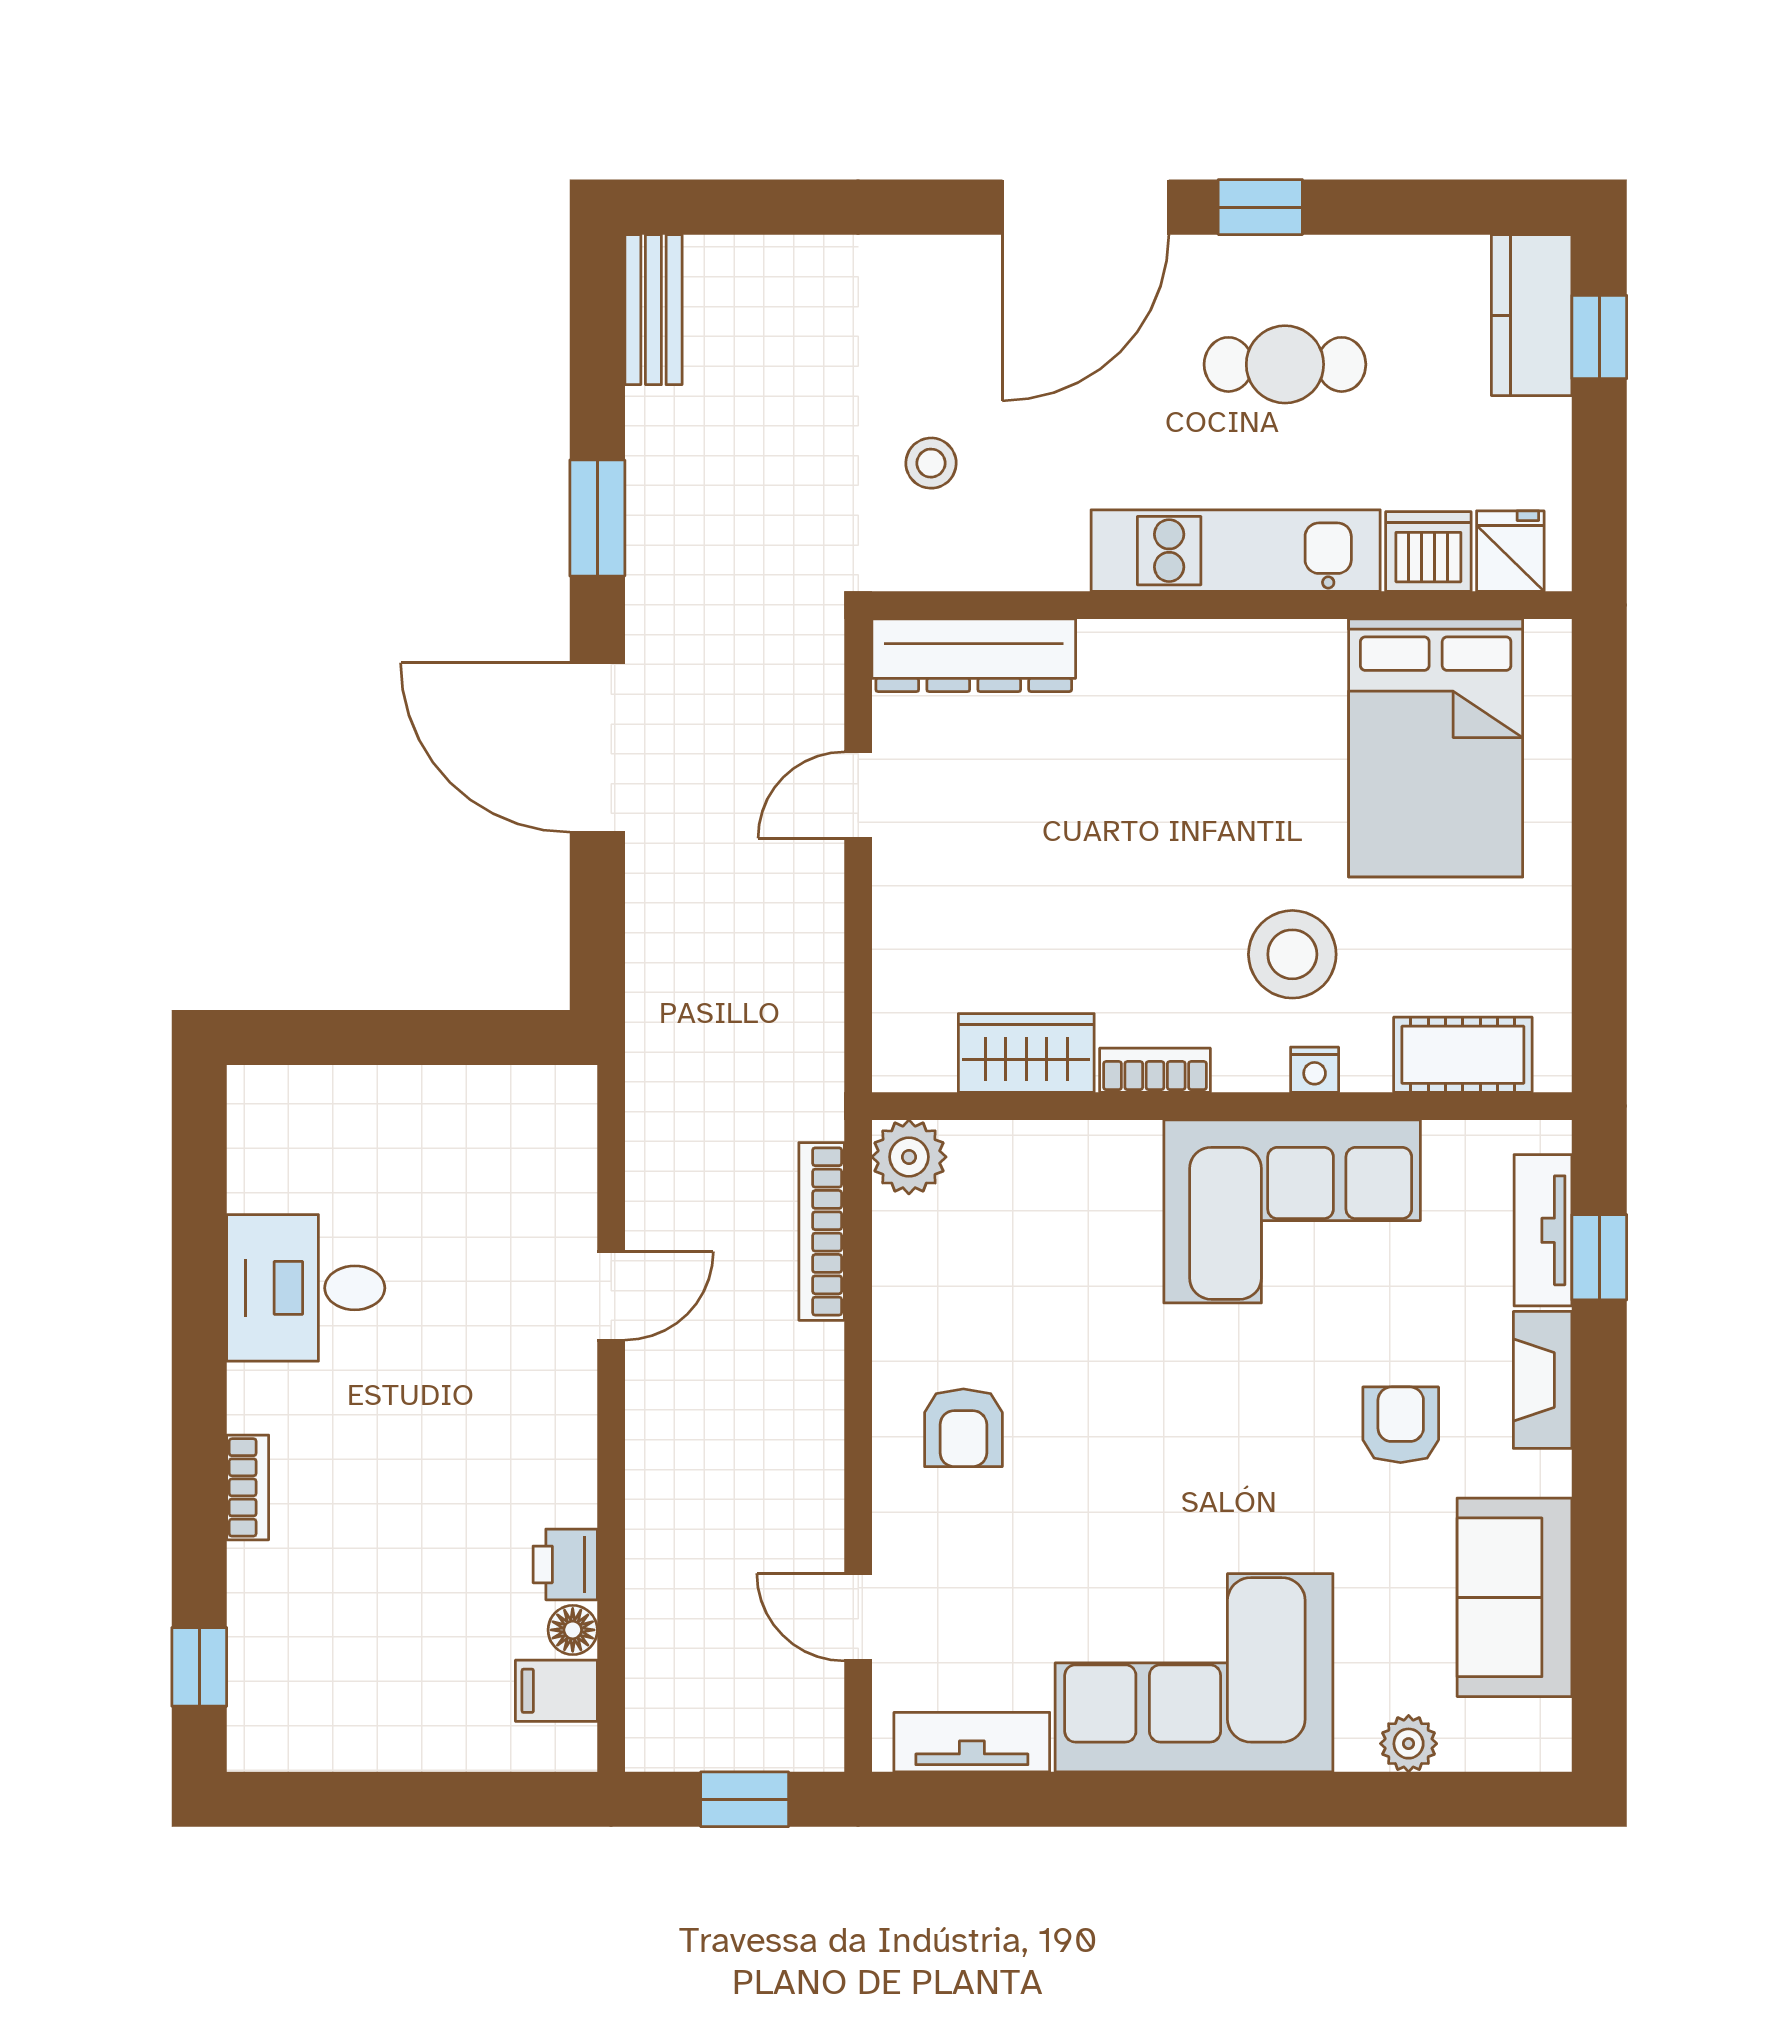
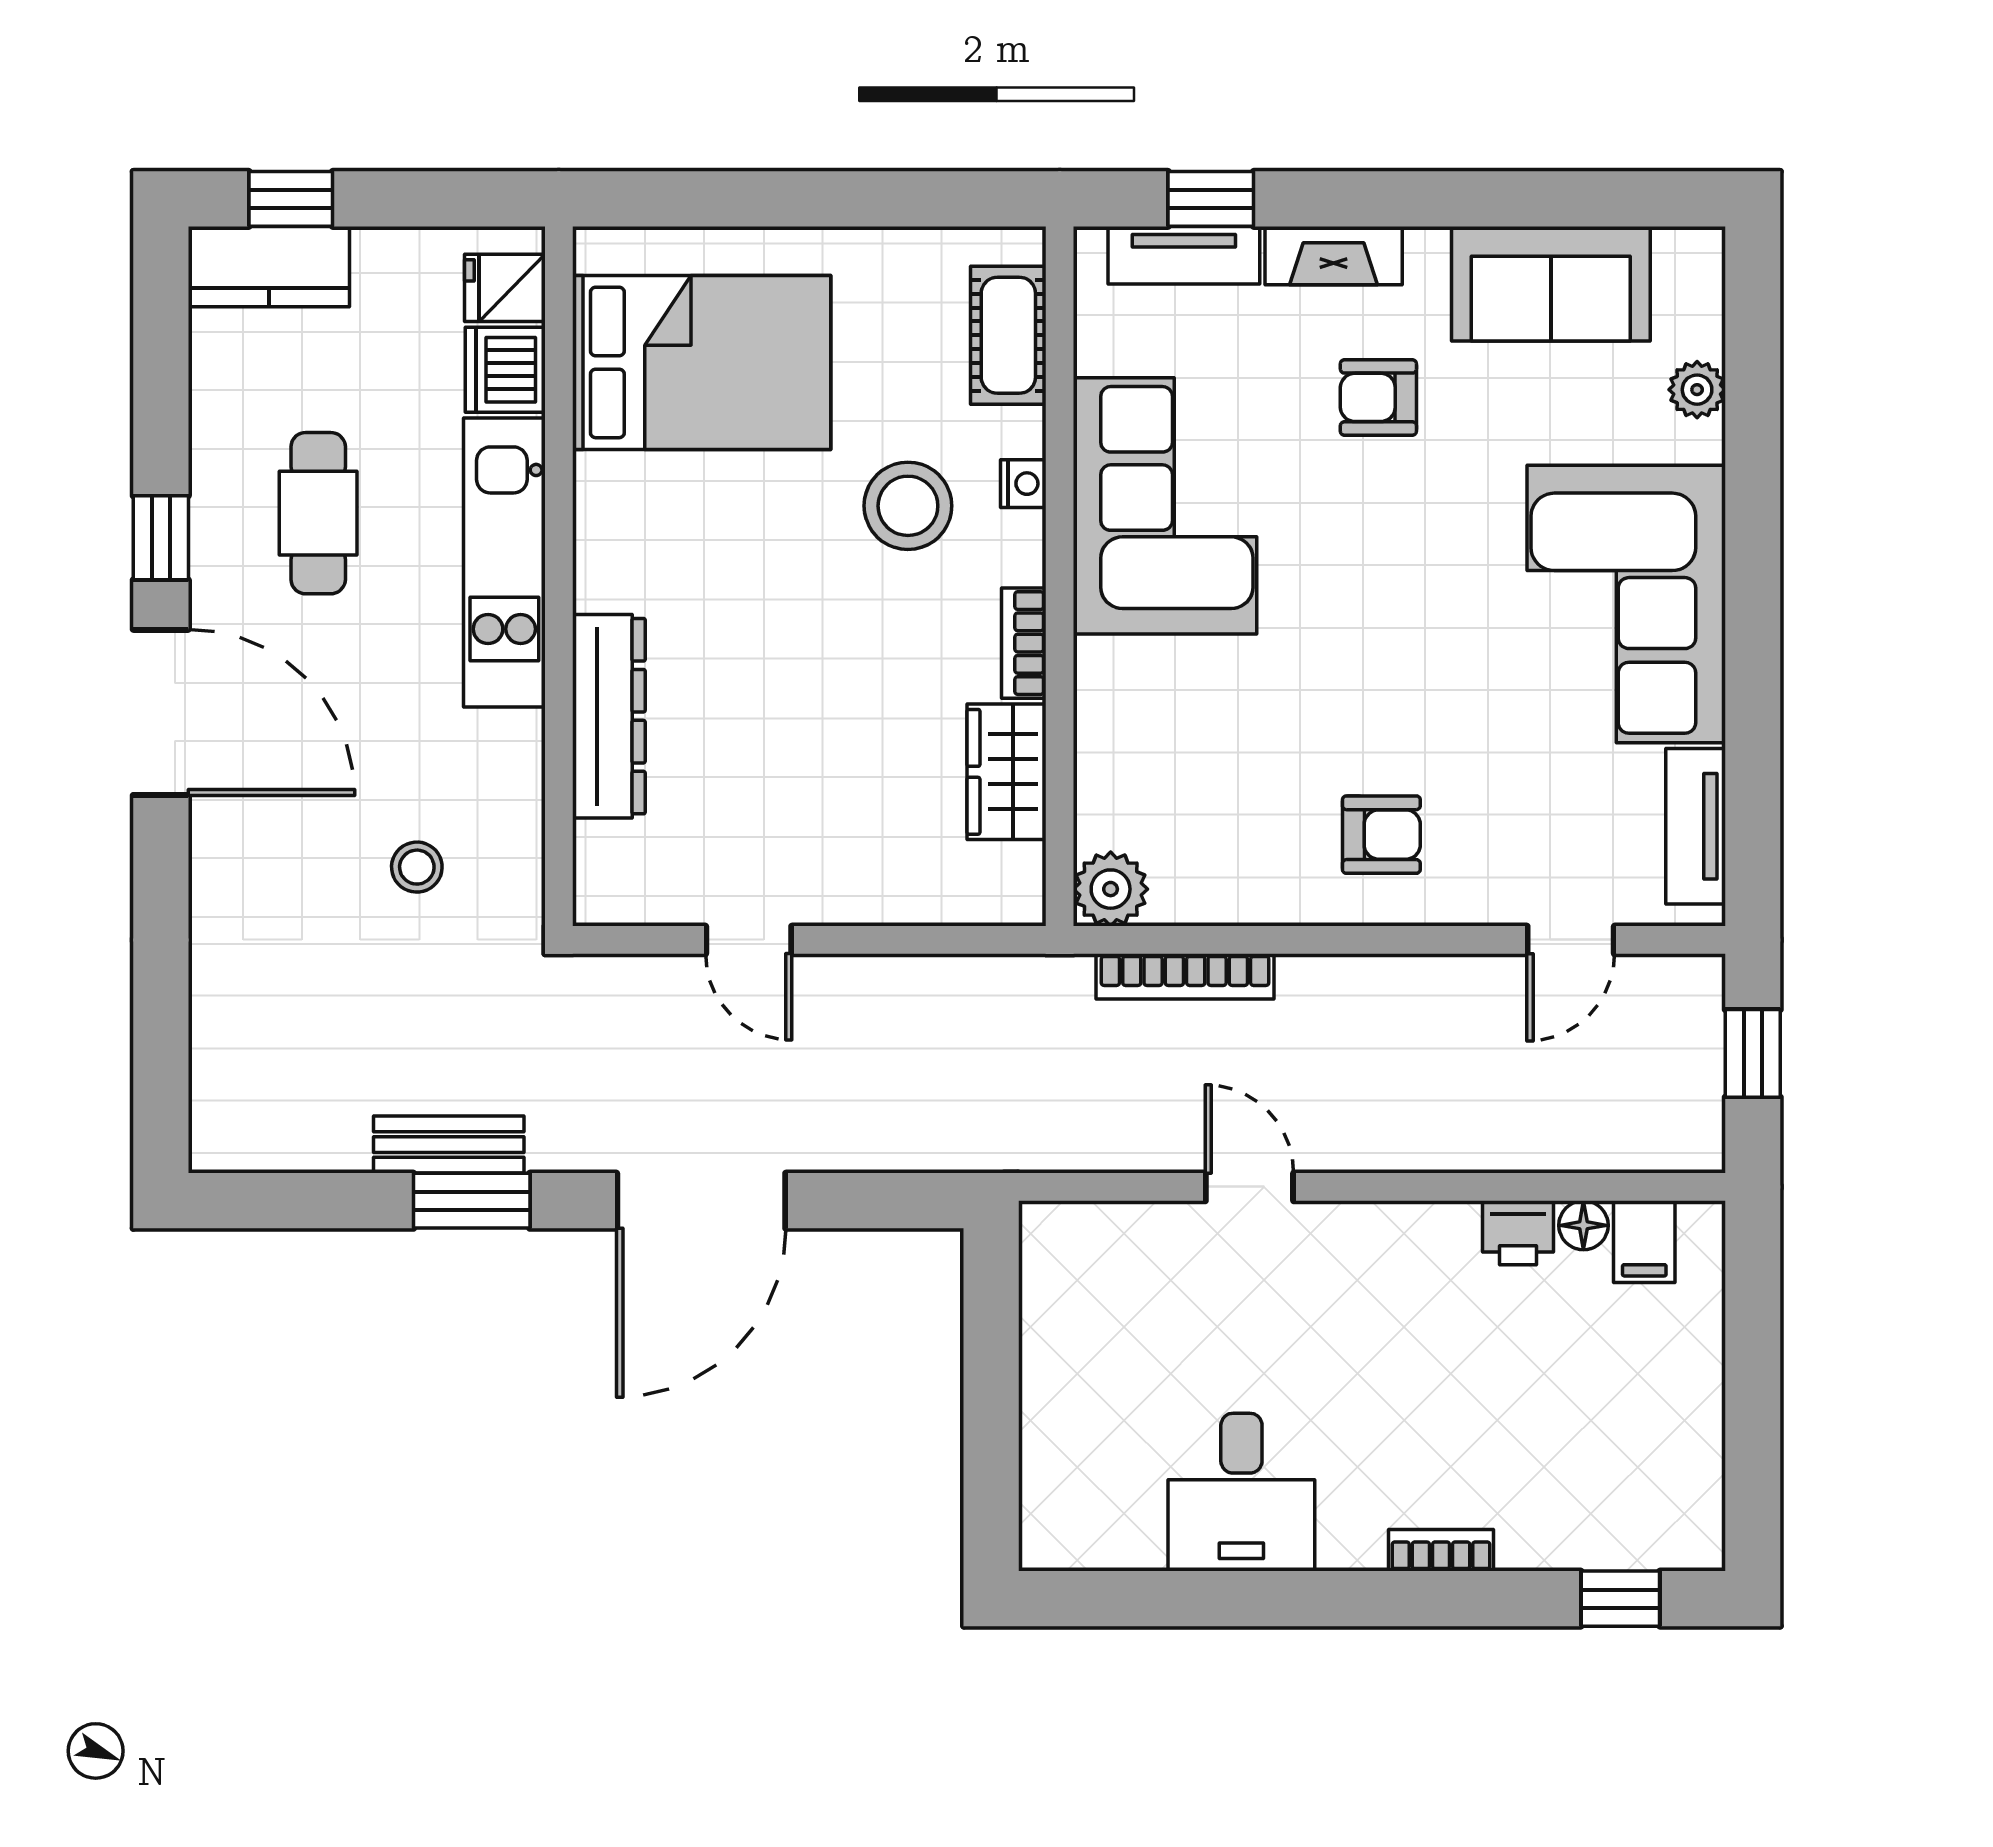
bench: (653, 310) -> (449, 1145), moved
dresser: (974, 655) -> (609, 716), moved

